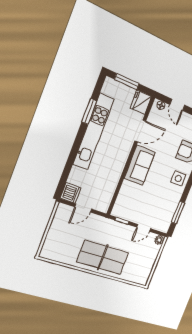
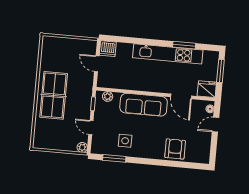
sofa: (140, 165) -> (144, 105), width x1.36
side table: (178, 178) -> (125, 141), moved
plant: (119, 205) -> (108, 96), added

